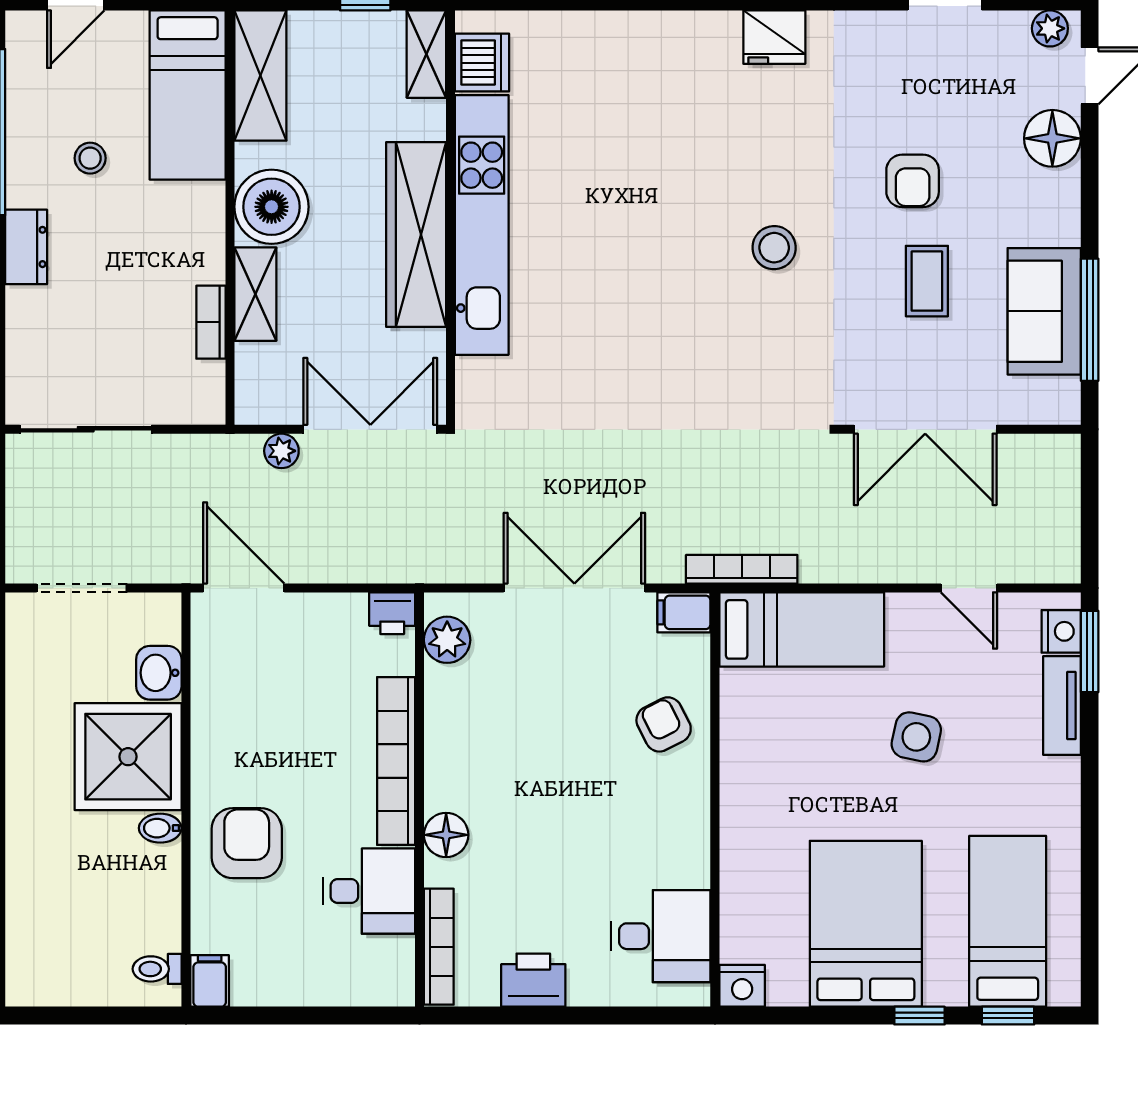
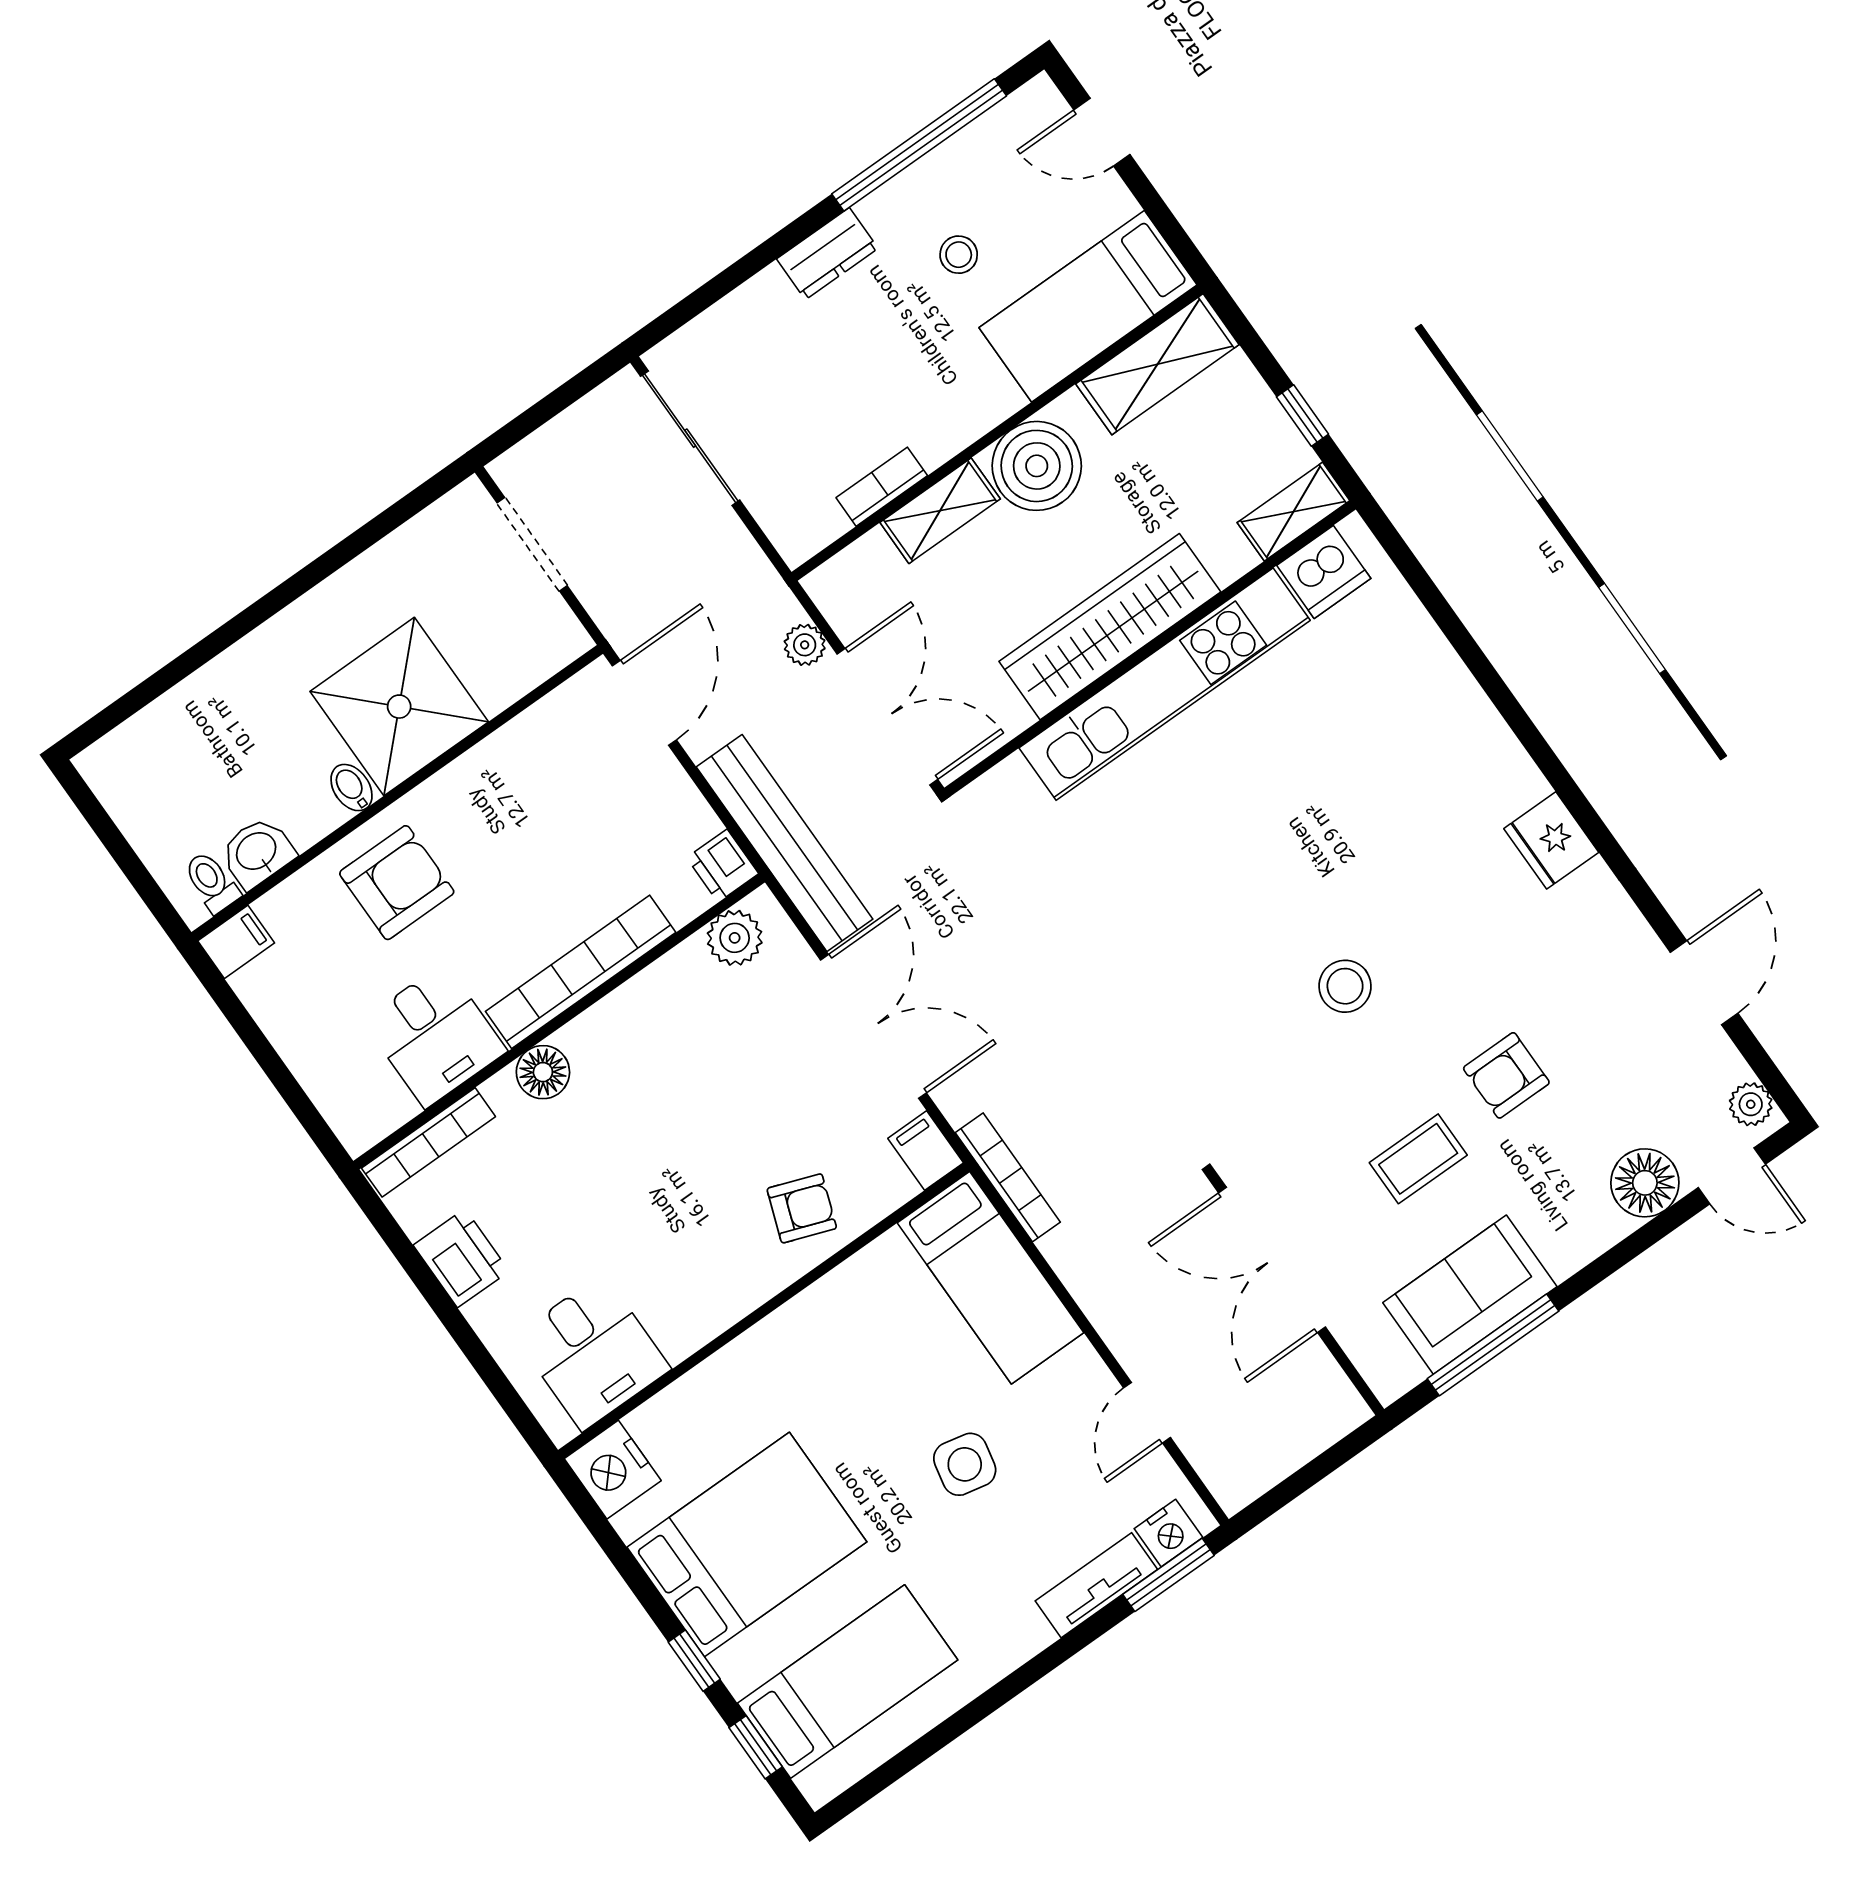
bench: (407, 560) -> (785, 843), added
washbasin: (159, 673) -> (257, 852), moved
armchair: (664, 724) -> (802, 1208), turned 47
nightstand: (742, 986) -> (613, 1470), width x1.36, depth x1.33

